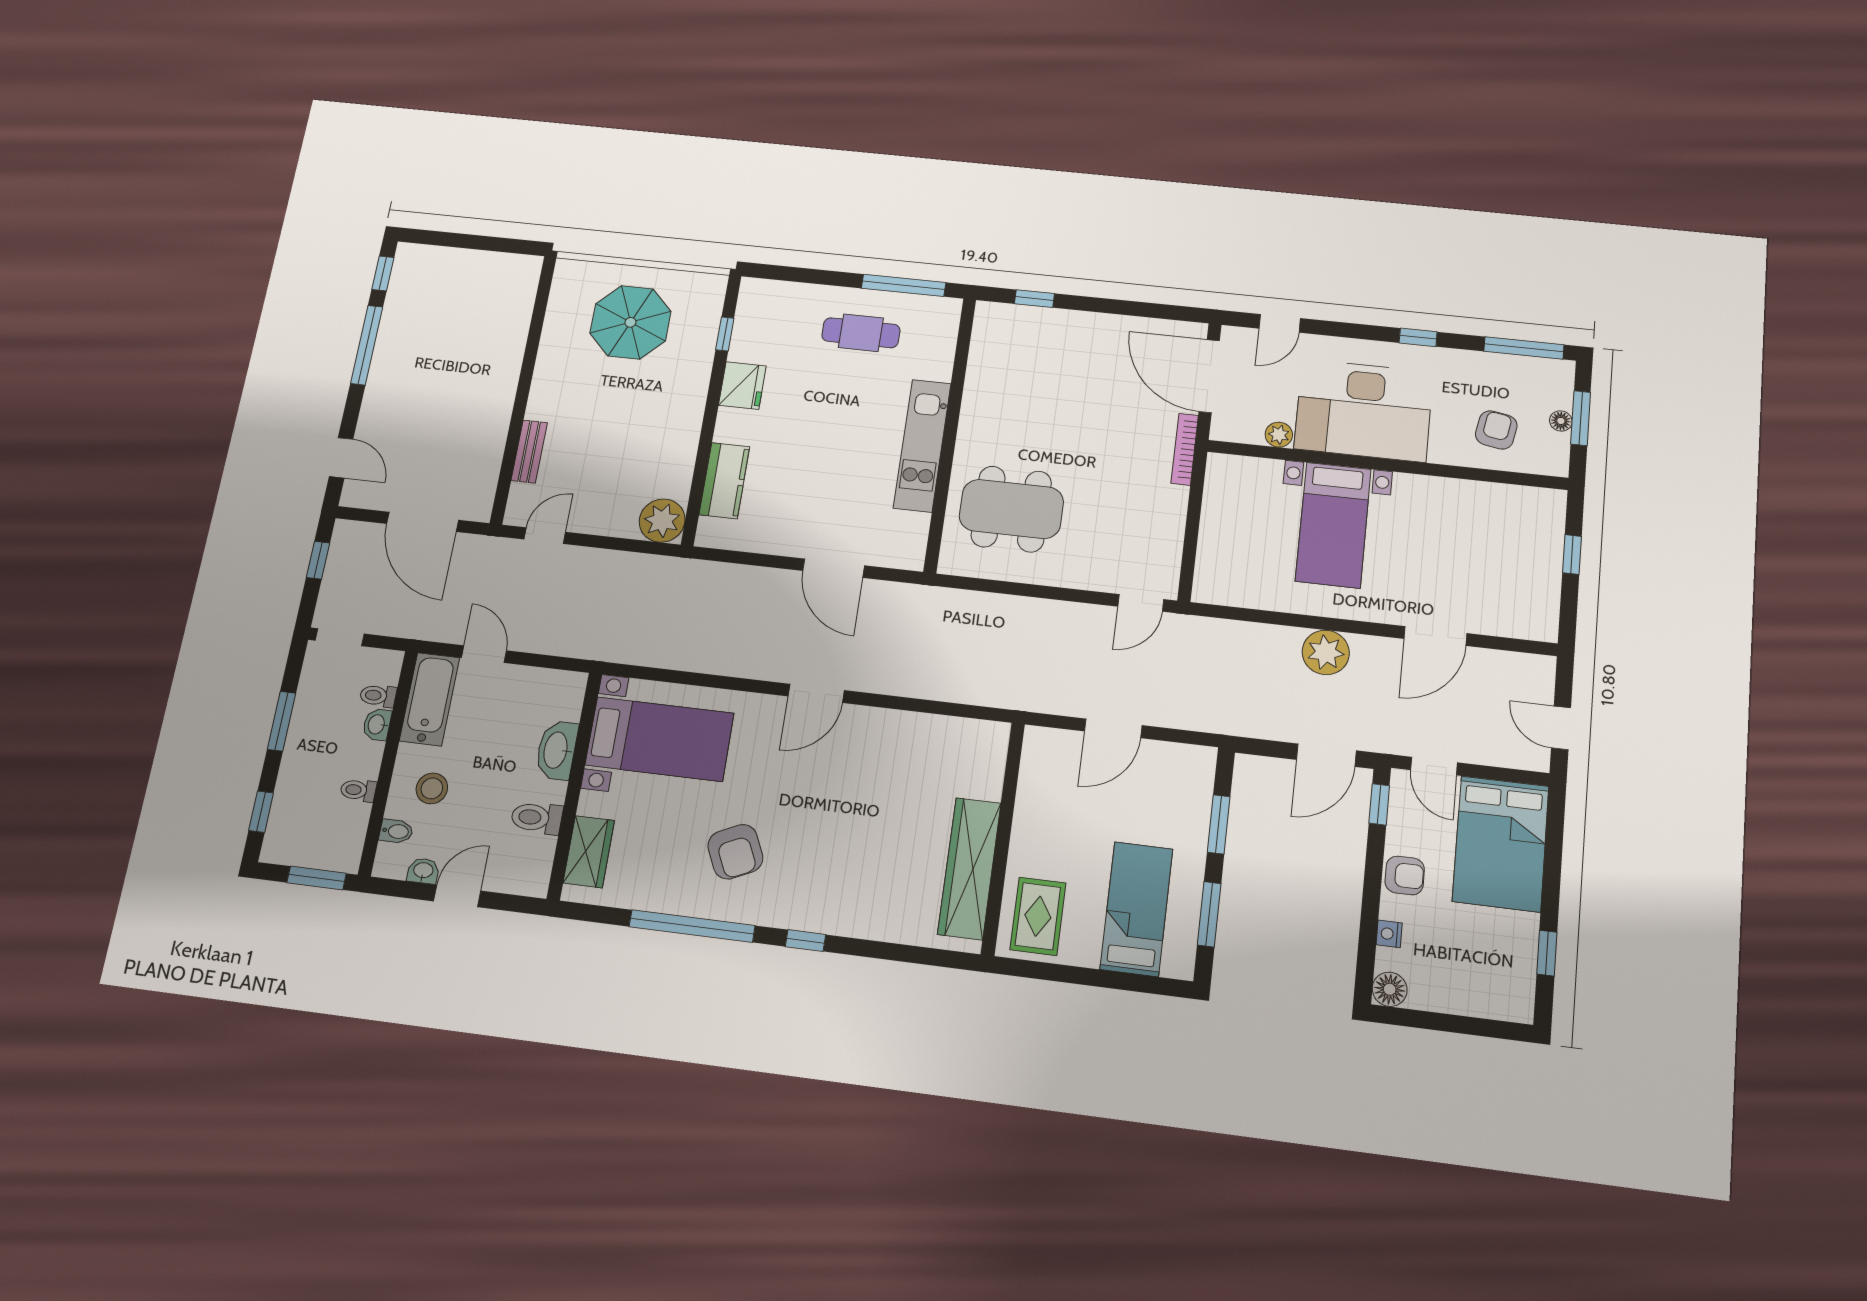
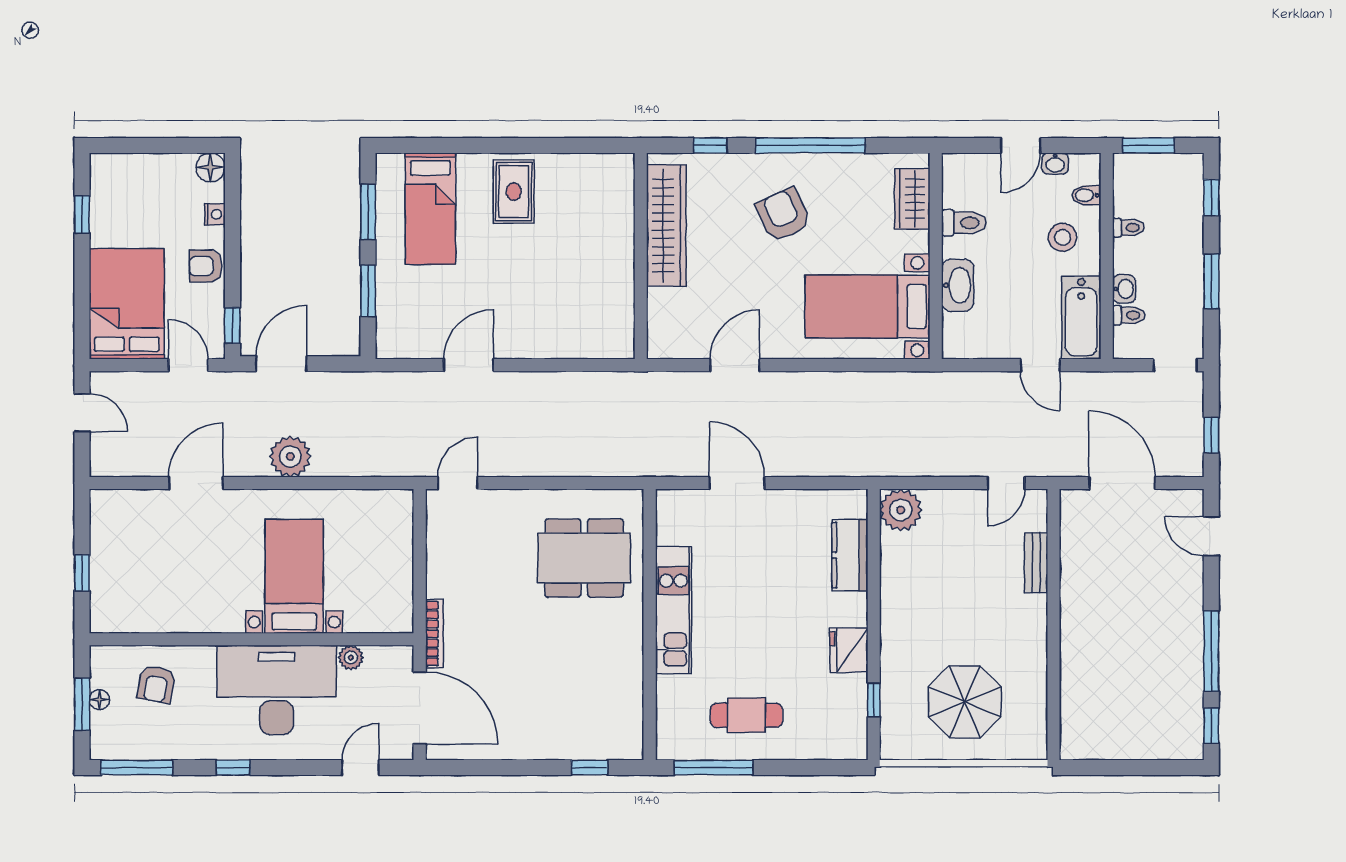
wall: (1003, 838) -> (641, 256), moved
wardrobe: (969, 868) -> (666, 226), moved

